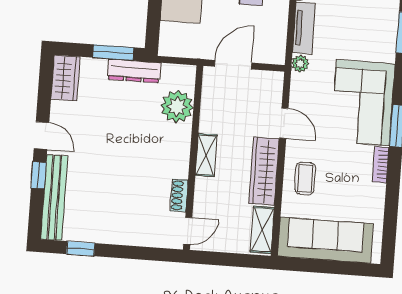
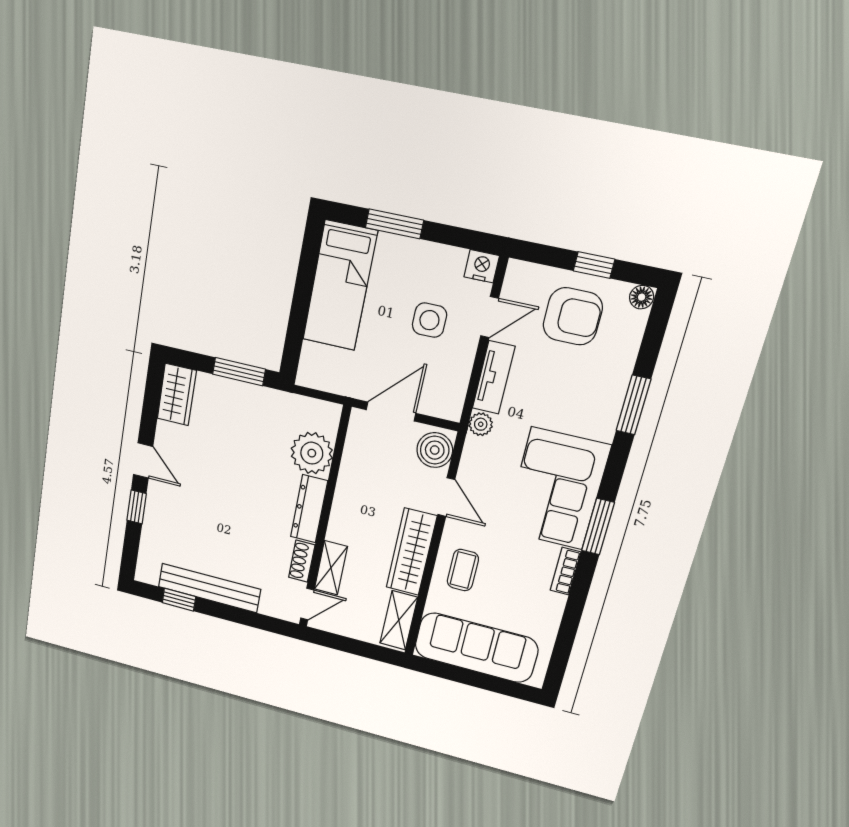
dresser: (134, 71) -> (309, 509), moved, turned 90
boiler: (270, 89) -> (435, 450), added
shelving: (206, 155) -> (331, 568), moved
bench: (54, 197) -> (209, 588), moved, turned 90

